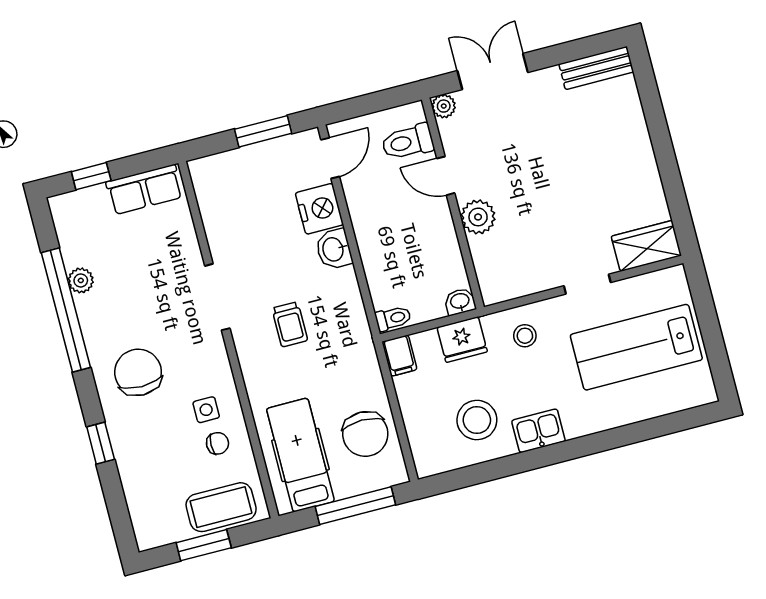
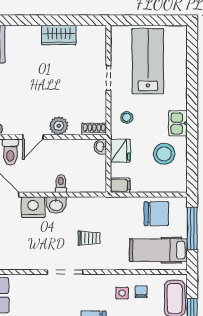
wardrobe: (646, 246) -> (59, 35), moved, turned -90
shoe rack: (489, 282) -> (94, 129), added
toilet: (393, 318) -> (61, 184), moved
lab bench: (636, 347) -> (148, 61), turned 180

